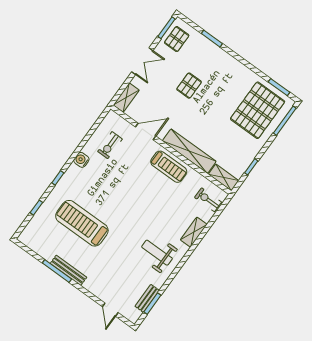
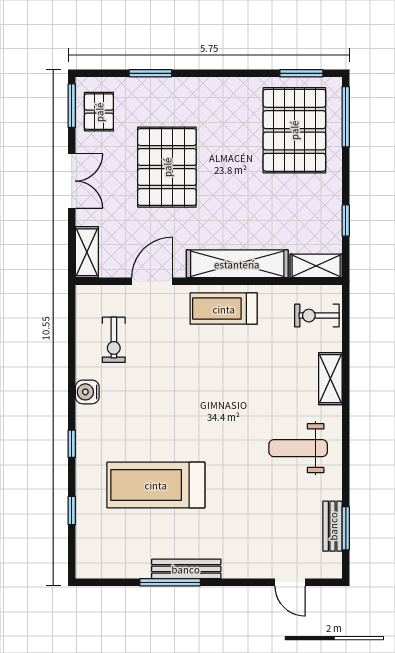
pallet: (189, 86) -> (167, 167), width x2.05, depth x2.00
treadmill: (169, 167) -> (224, 309), turned 180

